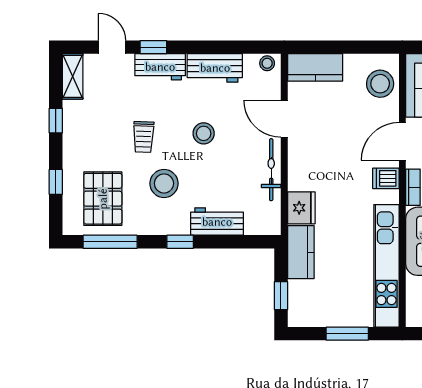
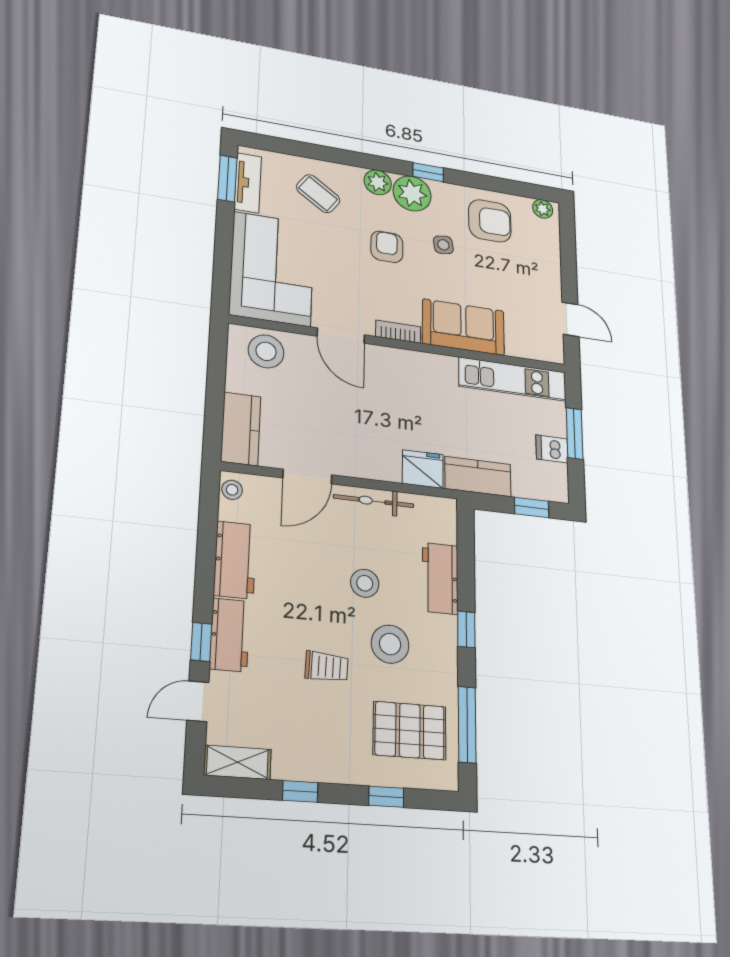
stool: (204, 133) -> (365, 583), moved
dishwasher: (386, 178) -> (552, 449), moved, turned 90
kitchen unit: (386, 266) -> (513, 379), width x0.73

